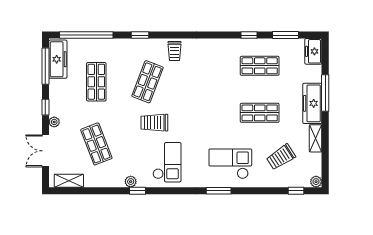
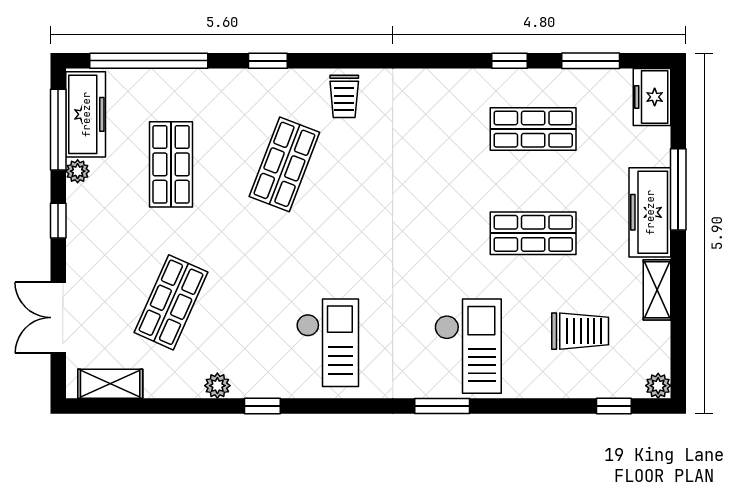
plant: (54, 122) -> (78, 171), moved
trolley: (154, 123) -> (300, 255), removed
shop shelf: (96, 144) -> (171, 302), turned 45
trolley: (281, 157) -> (580, 331), turned -147
checkout: (230, 164) -> (468, 346), turned 90
plant: (131, 182) -> (217, 386), moved

